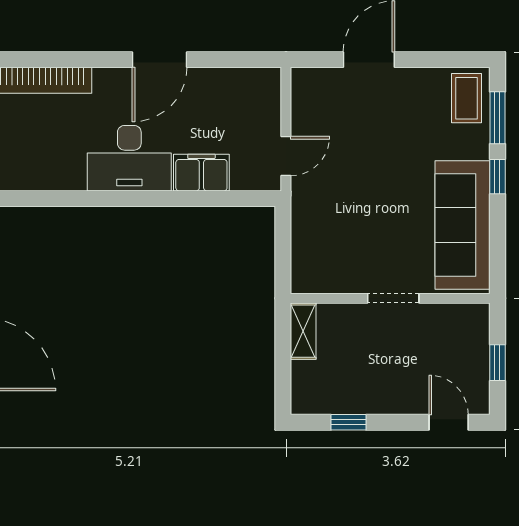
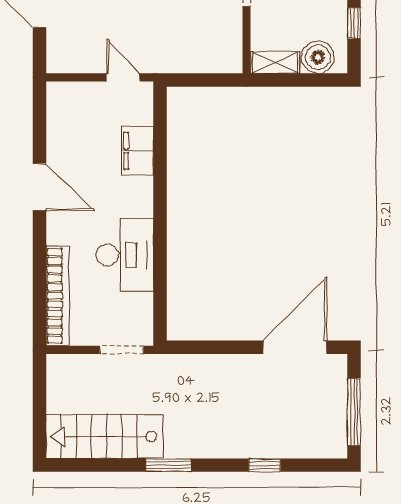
desk: (129, 158) -> (125, 255), moved
boiler: (309, 381) -> (318, 57), added

